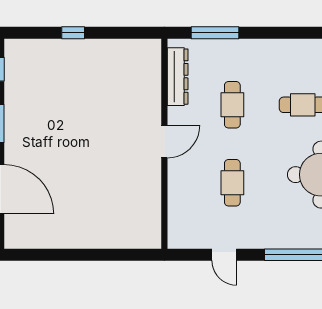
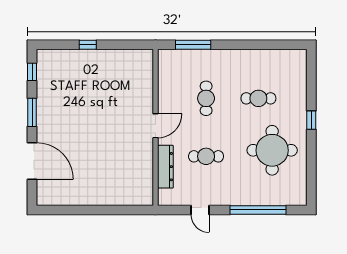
dresser: (178, 77) -> (165, 167), moved
cafe table: (232, 183) -> (206, 156), turned 90

